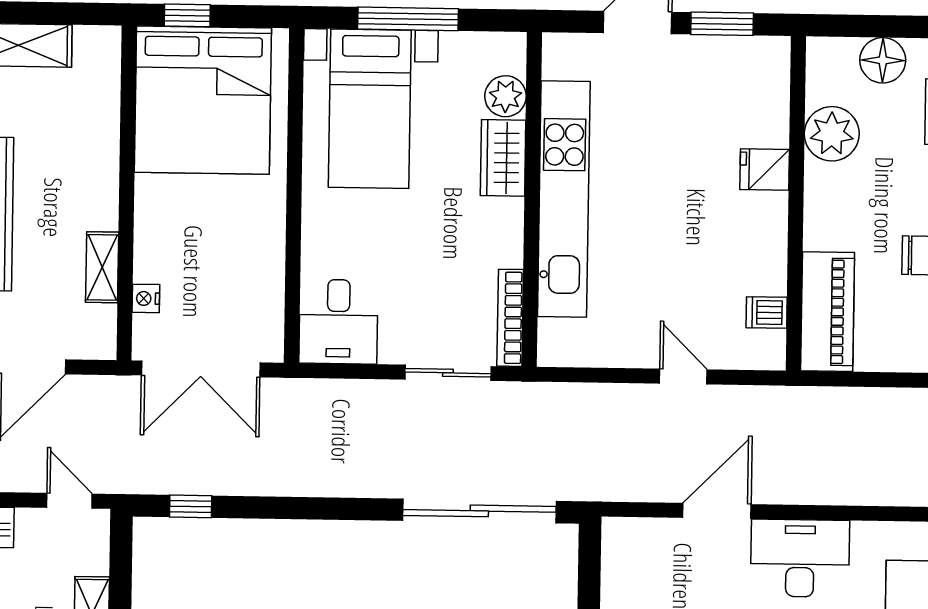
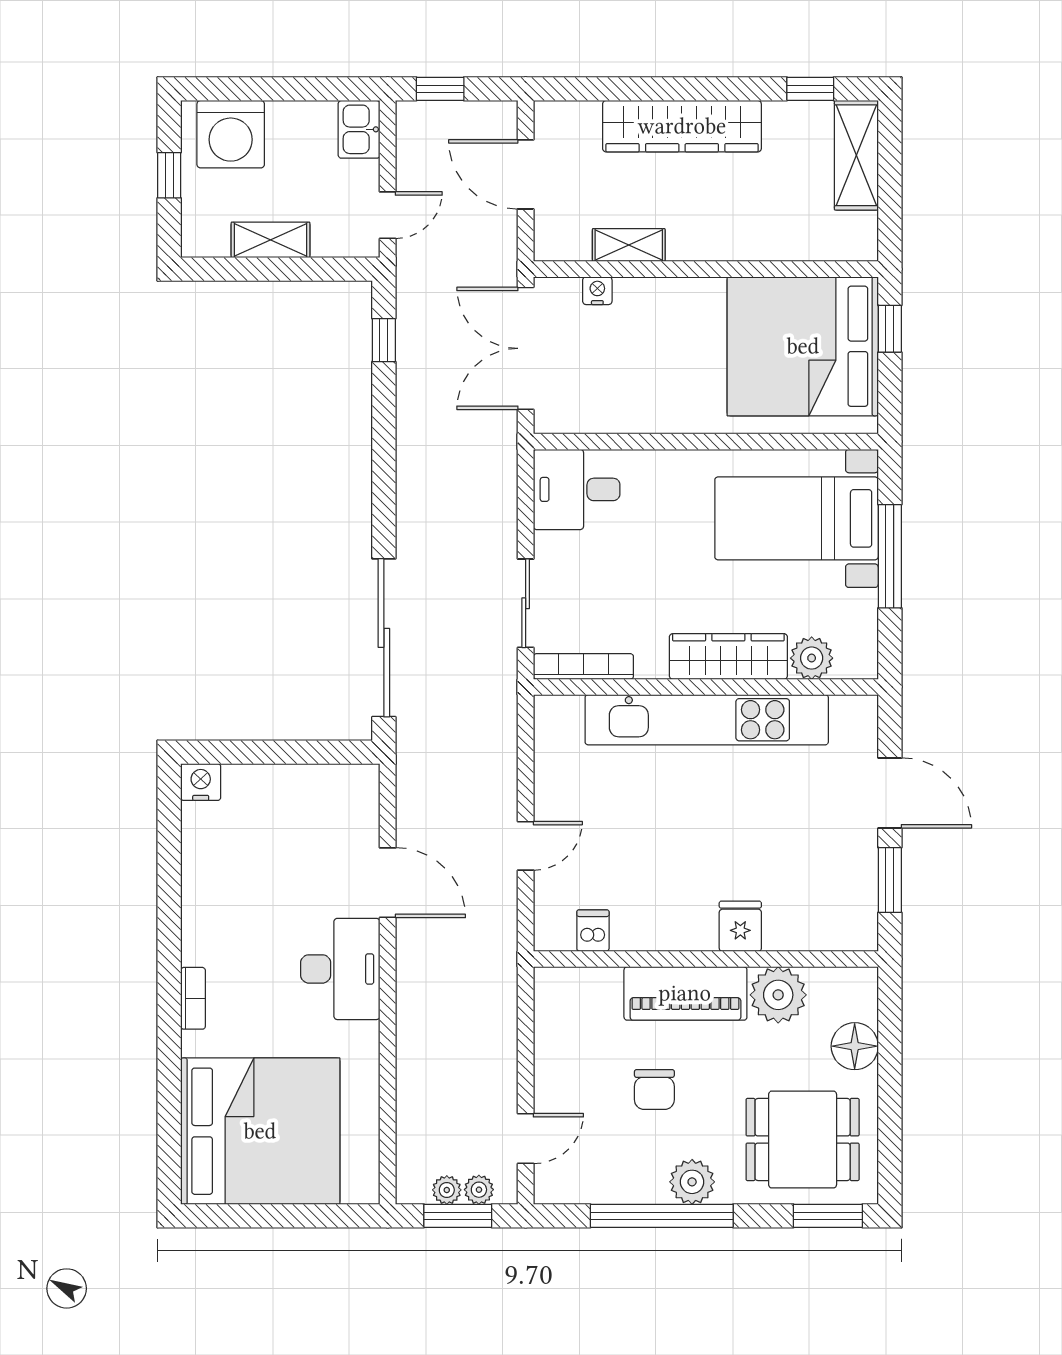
wardrobe: (503, 158) -> (728, 656), width x1.50
piano: (828, 312) -> (685, 993), moved

